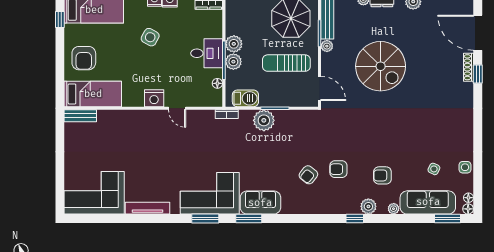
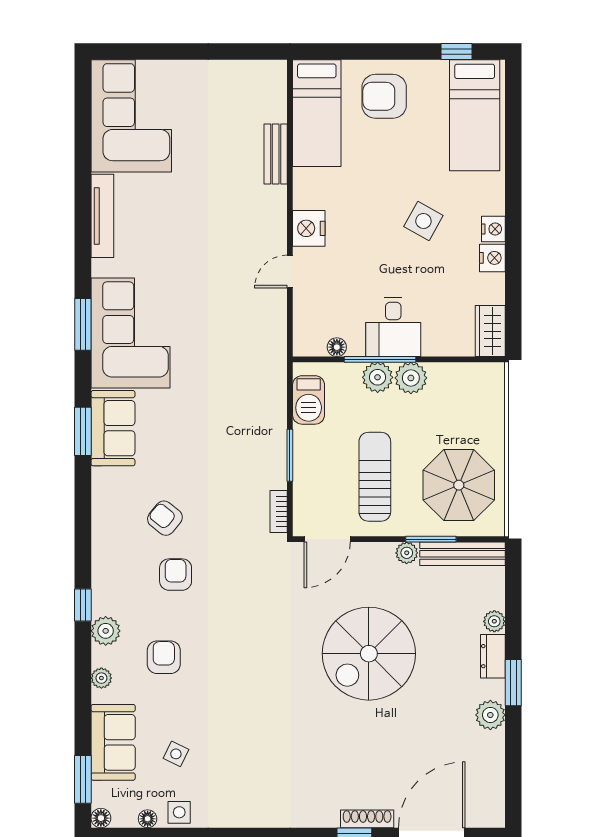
bookcase: (227, 114) -> (279, 511), moved
bench: (80, 116) -> (276, 154), moved
plant: (264, 120) -> (267, 435), removed
floor lamp: (468, 198) -> (148, 819), moved
sofa: (428, 202) -> (113, 742), width x0.73
window: (249, 218) -> (83, 431), moved

